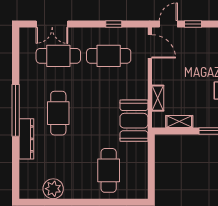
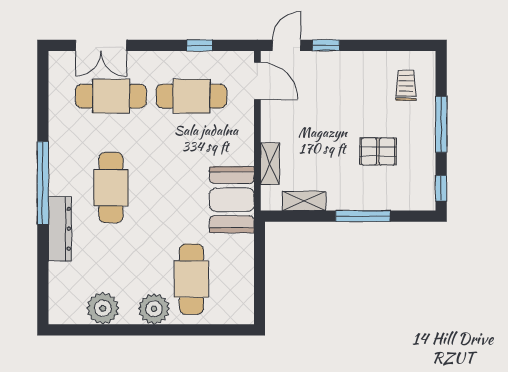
plant: (85, 189) -> (154, 309), added

